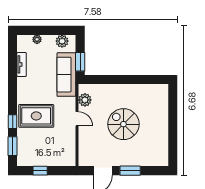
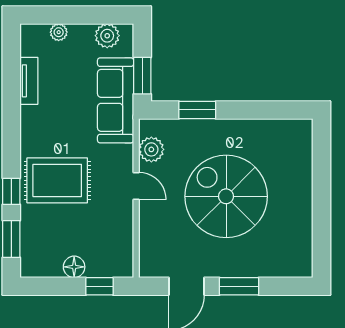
window: (109, 80) -> (197, 110), added
spiral stairs: (123, 124) -> (226, 196), width x1.37, depth x1.37
floor lamp: (45, 161) -> (74, 267), added
window: (40, 171) -> (100, 286), moved

